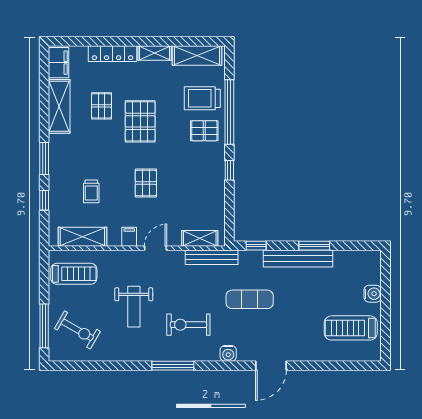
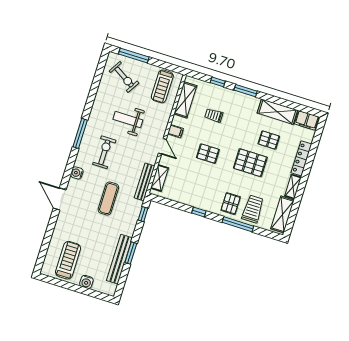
window: (229, 112) -> (238, 224), width x0.68
bench: (298, 258) -> (119, 259), moved
exercise bike: (77, 330) -> (124, 77), turned -89

